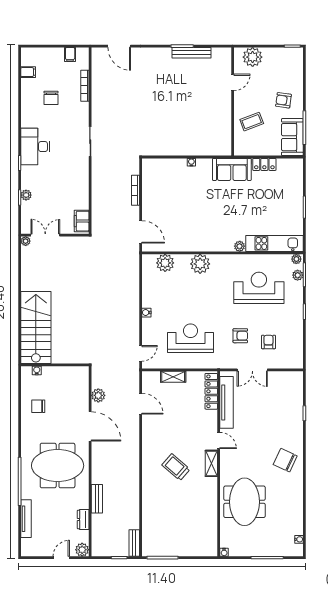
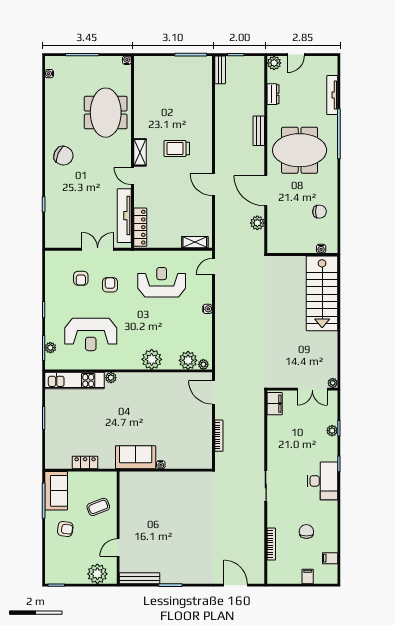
bench: (192, 53) -> (140, 578), moved
filing cabinet: (70, 54) -> (308, 576), moved
sofa: (232, 169) -> (136, 457), moved
plant: (296, 259) -> (203, 364), moved
armchair: (240, 336) -> (110, 285), turned 90
reception desk: (191, 338) -> (162, 282), turned 180
shelving: (173, 377) -> (195, 242), moved
door: (141, 404) -> (213, 185), moved
trolley: (176, 467) -> (177, 149), turned 139
bench: (97, 499) -> (259, 131), moved

